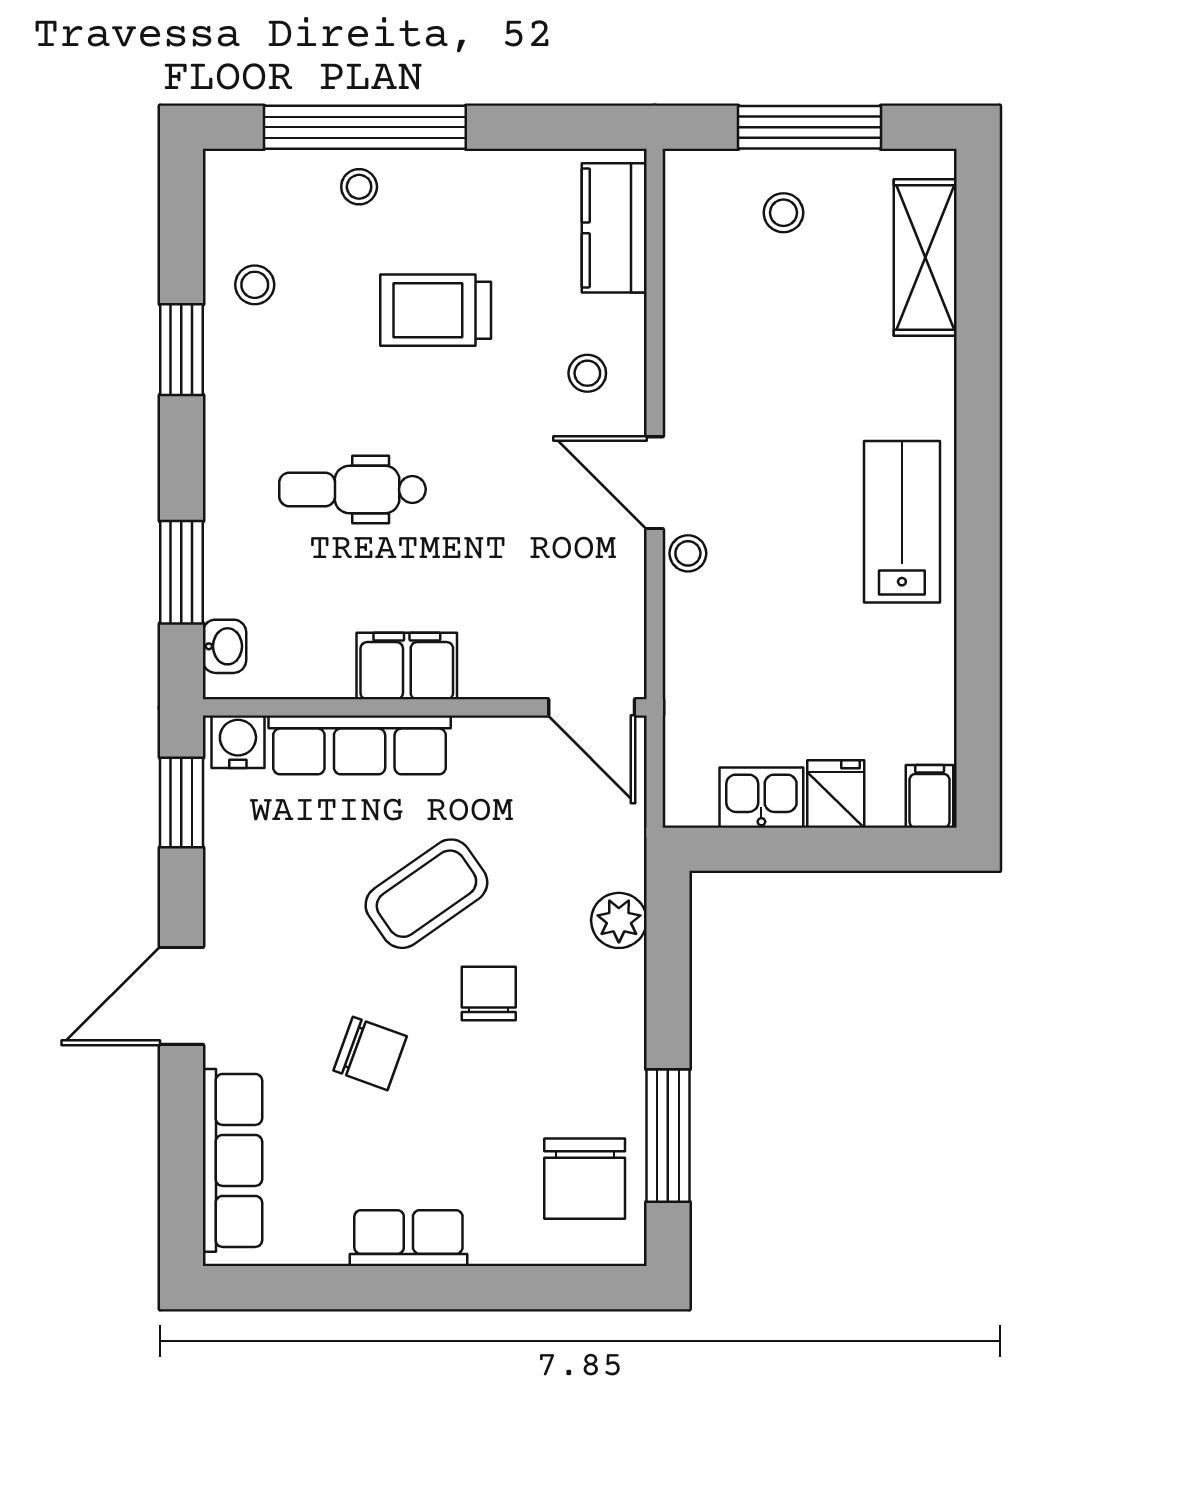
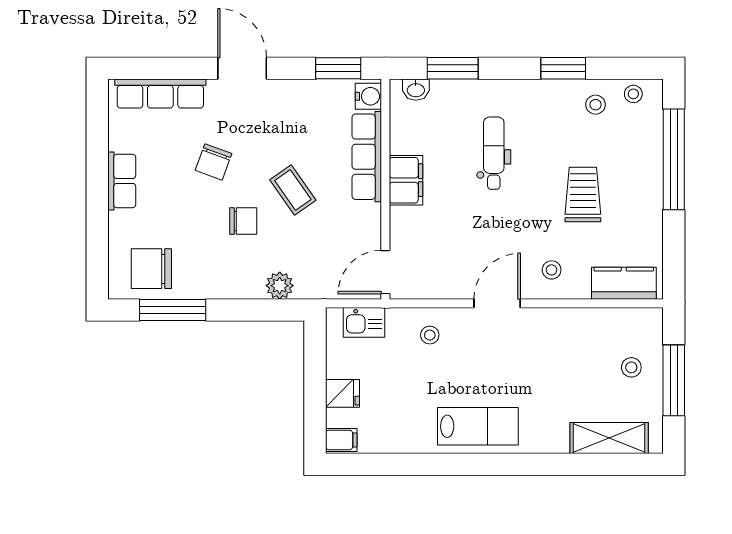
stool: (359, 187) -> (633, 94), moved
stool: (688, 553) -> (430, 335), moved
kitchen sink: (761, 798) -> (364, 322), moved, turned 90
coffee table: (426, 894) -> (293, 190), width x0.73, depth x0.77

